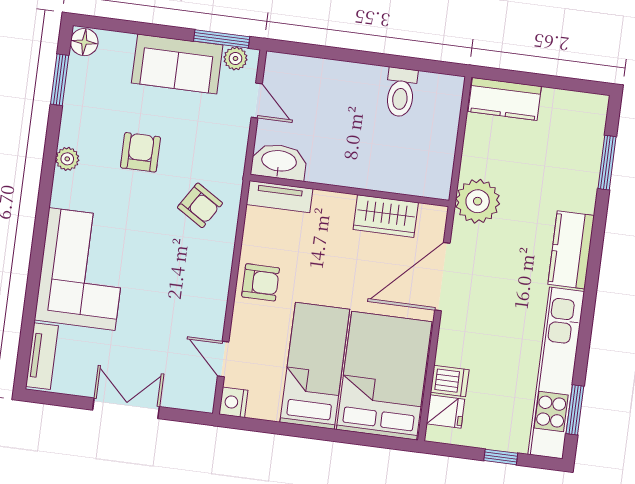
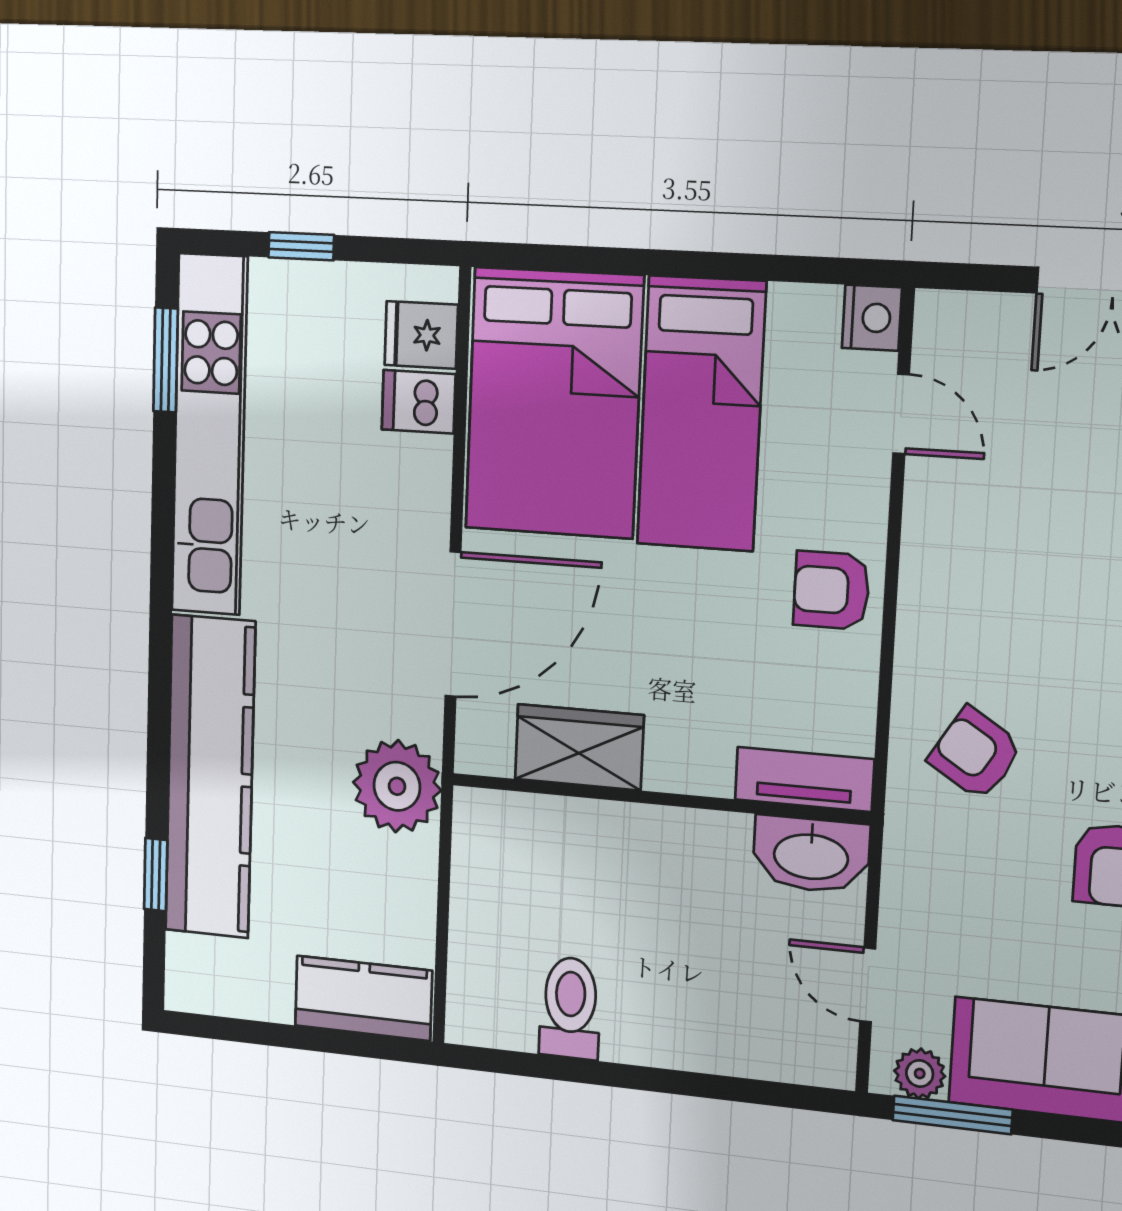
window: (607, 163) -> (156, 875), width x0.67
kitchen counter: (571, 250) -> (210, 777), width x2.08, depth x1.17

